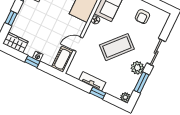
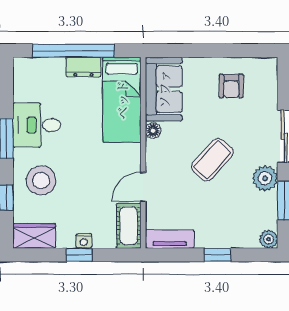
stool: (31, 18) -> (41, 180), added
coffee table: (117, 47) -> (212, 160), width x0.73, depth x0.76
tv unit: (92, 81) -> (170, 239), moved

